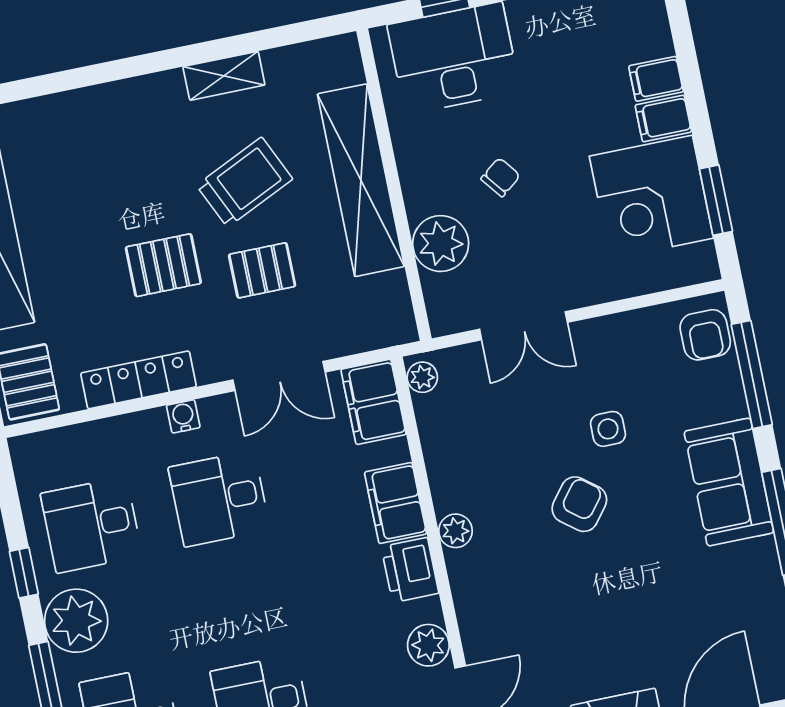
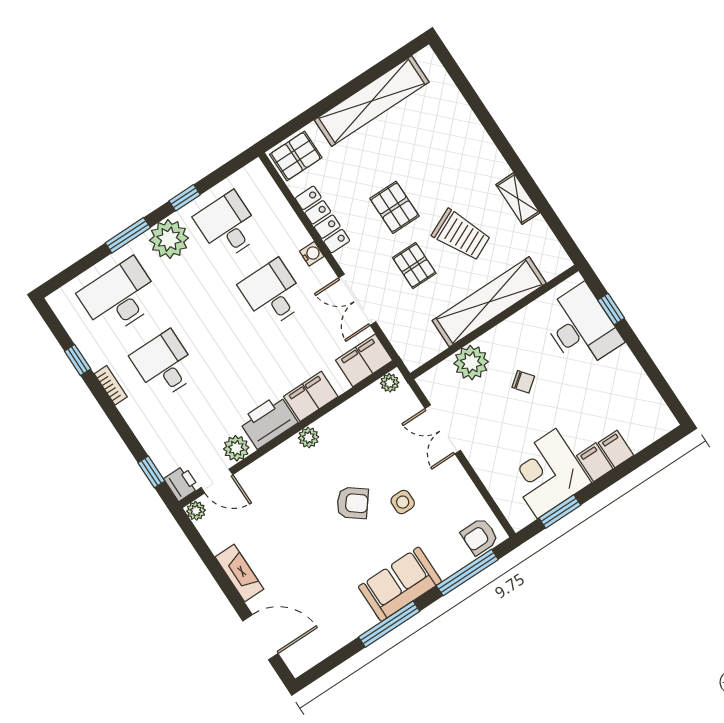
printer: (410, 570) -> (268, 422), width x1.37, depth x1.19

